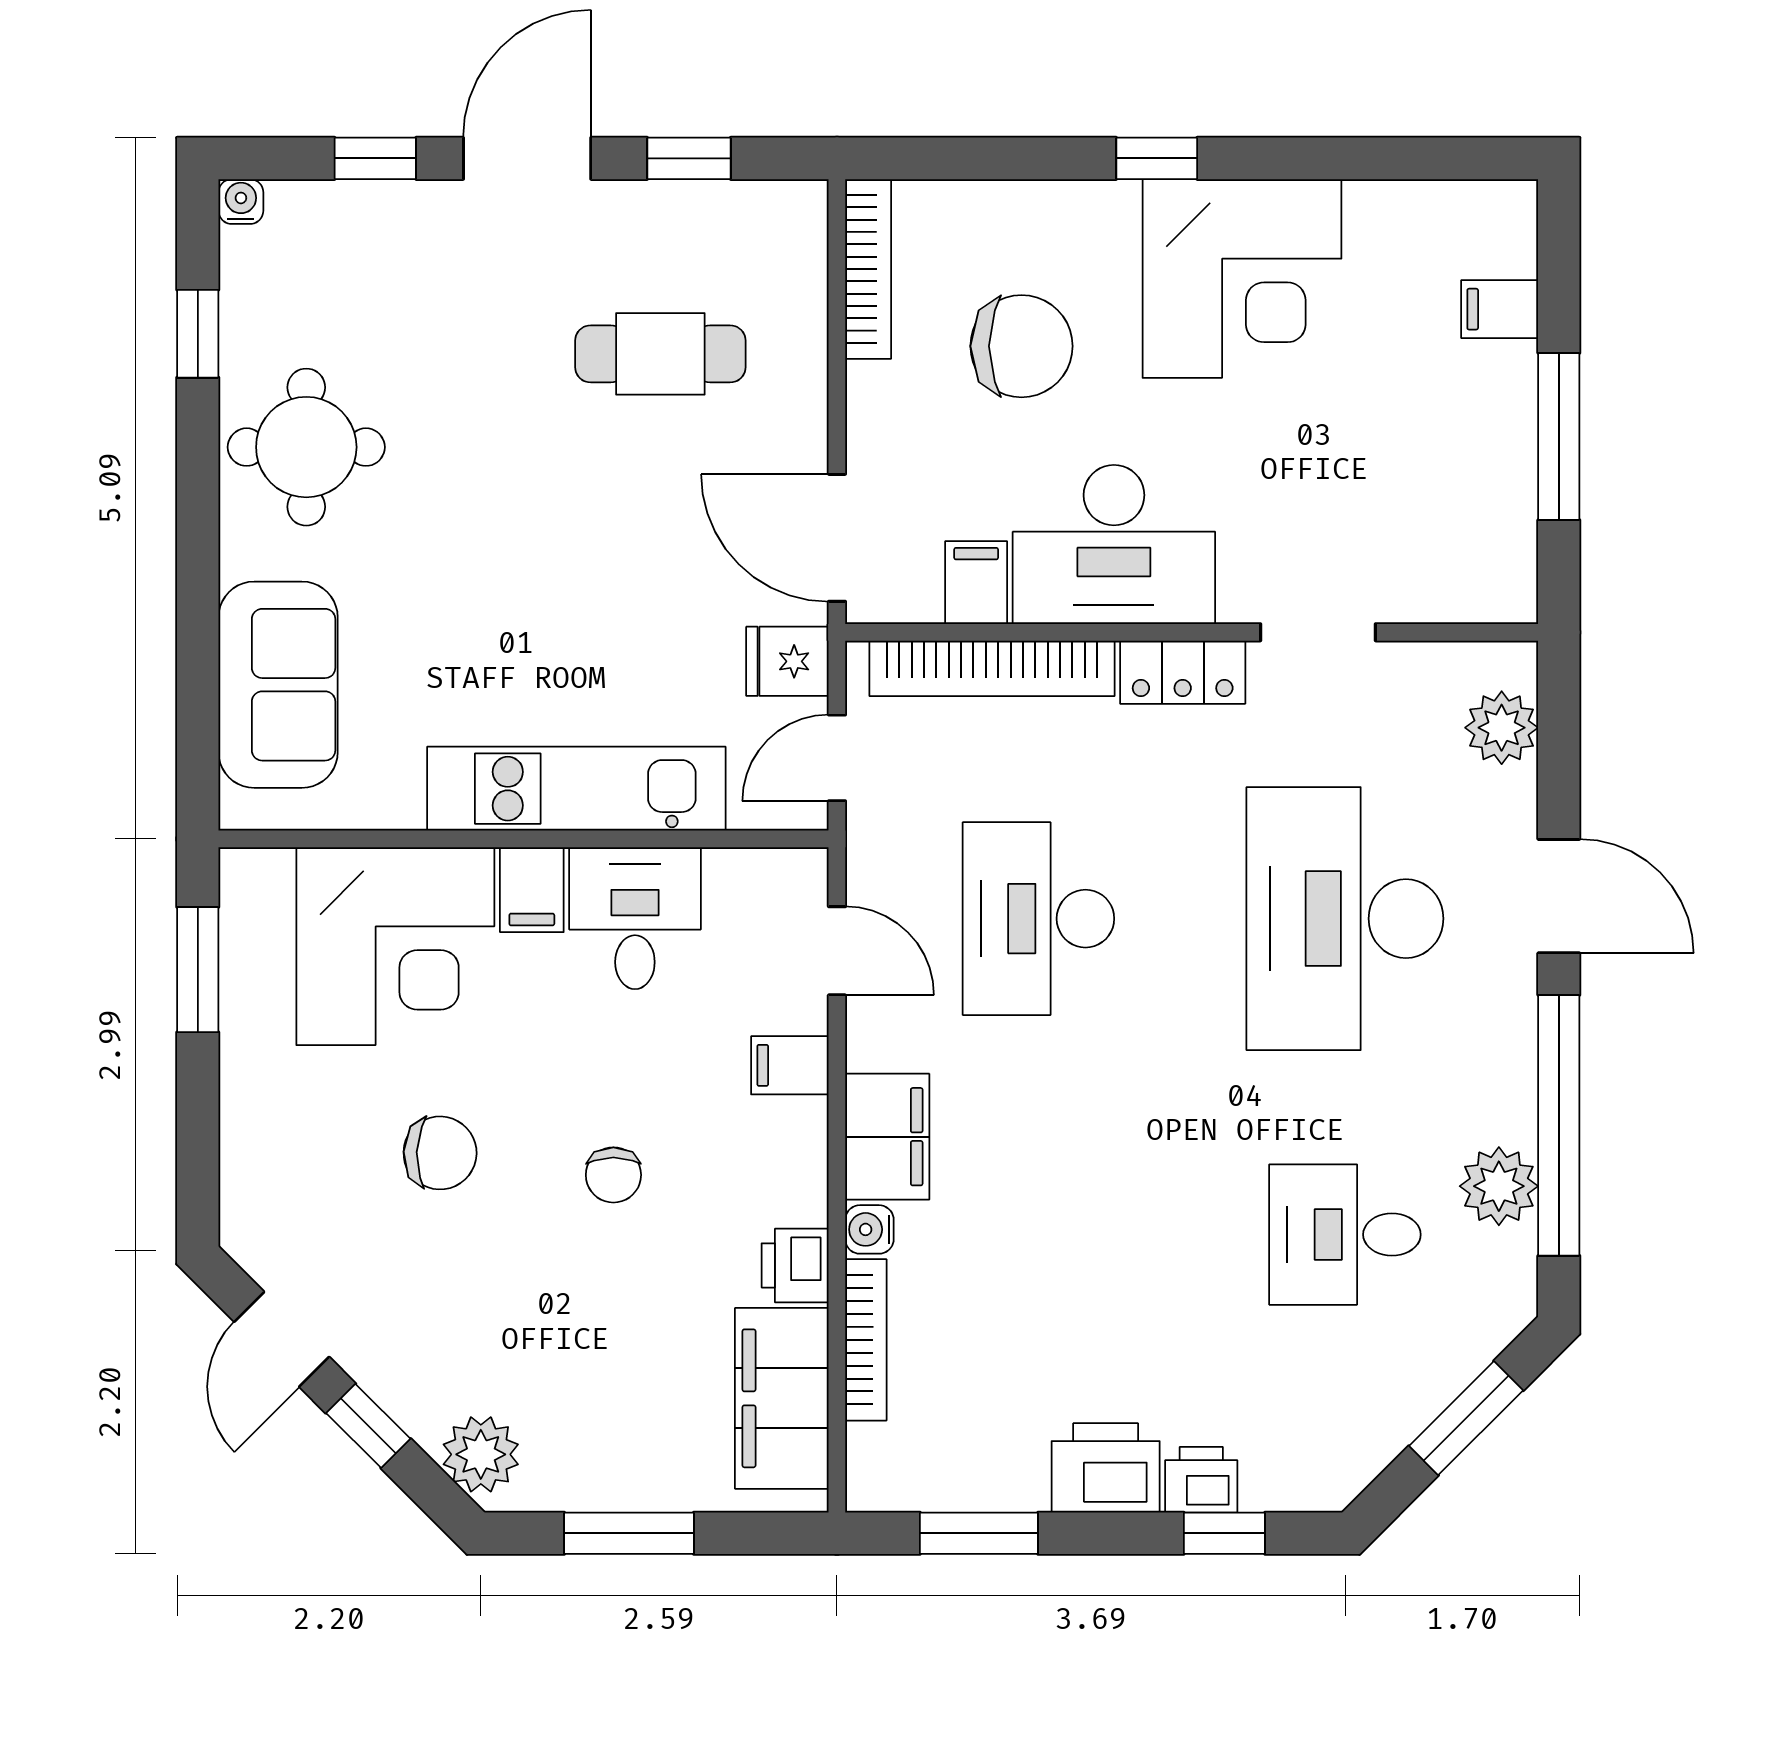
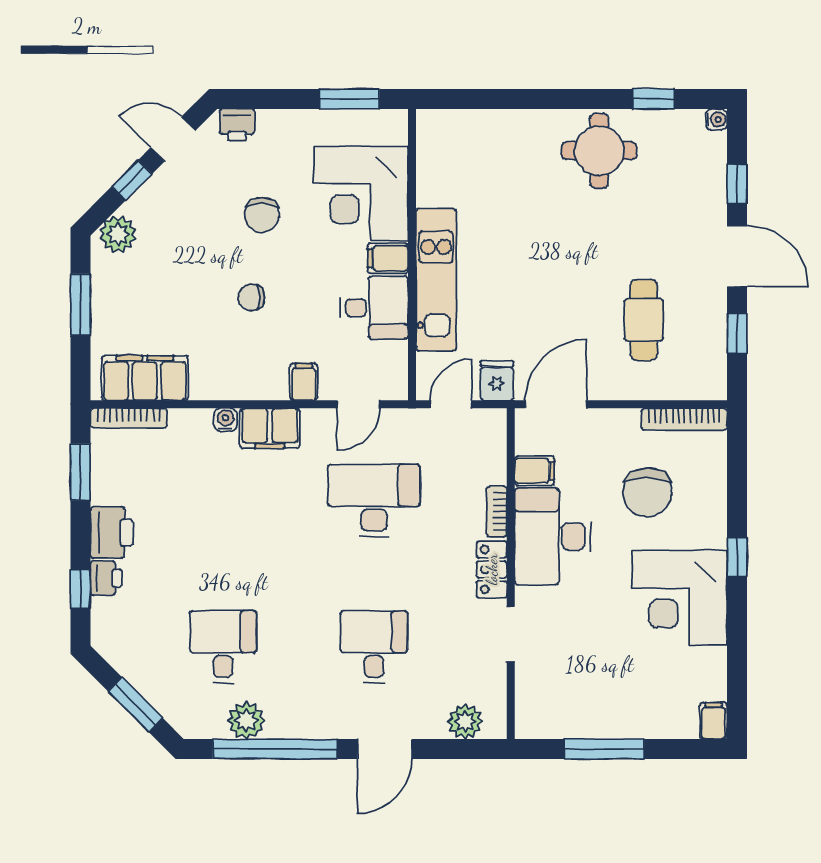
filing cabinet: (1500, 309) -> (713, 721), moved
bookcase: (992, 668) -> (497, 511), width x0.43, depth x0.76
sofa: (278, 685) -> (486, 137), removed
door: (837, 758) -> (451, 404), hinge flipped
desk: (1345, 919) -> (374, 647), width x0.53, depth x0.77
printer: (795, 1265) -> (237, 125), moved, turned 180
bookcase: (866, 1340) -> (129, 418), moved

